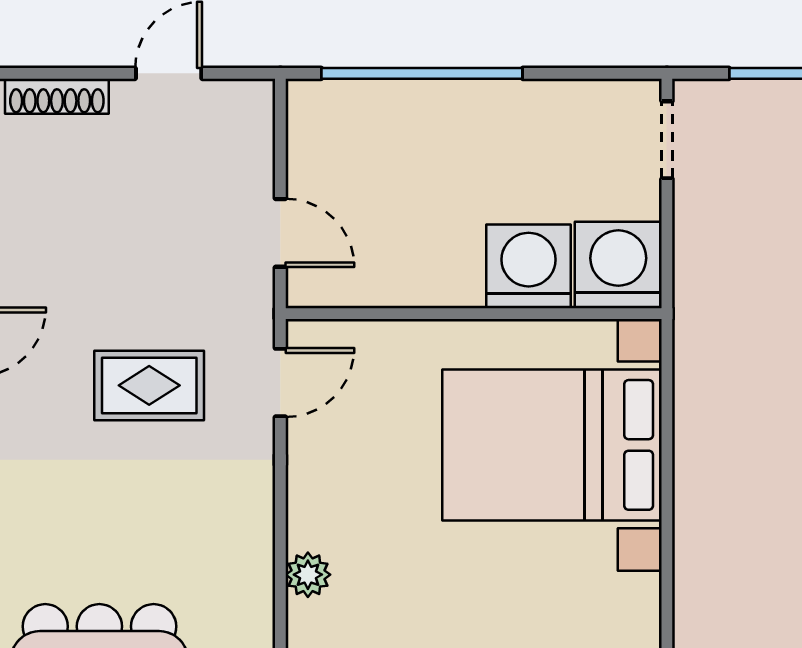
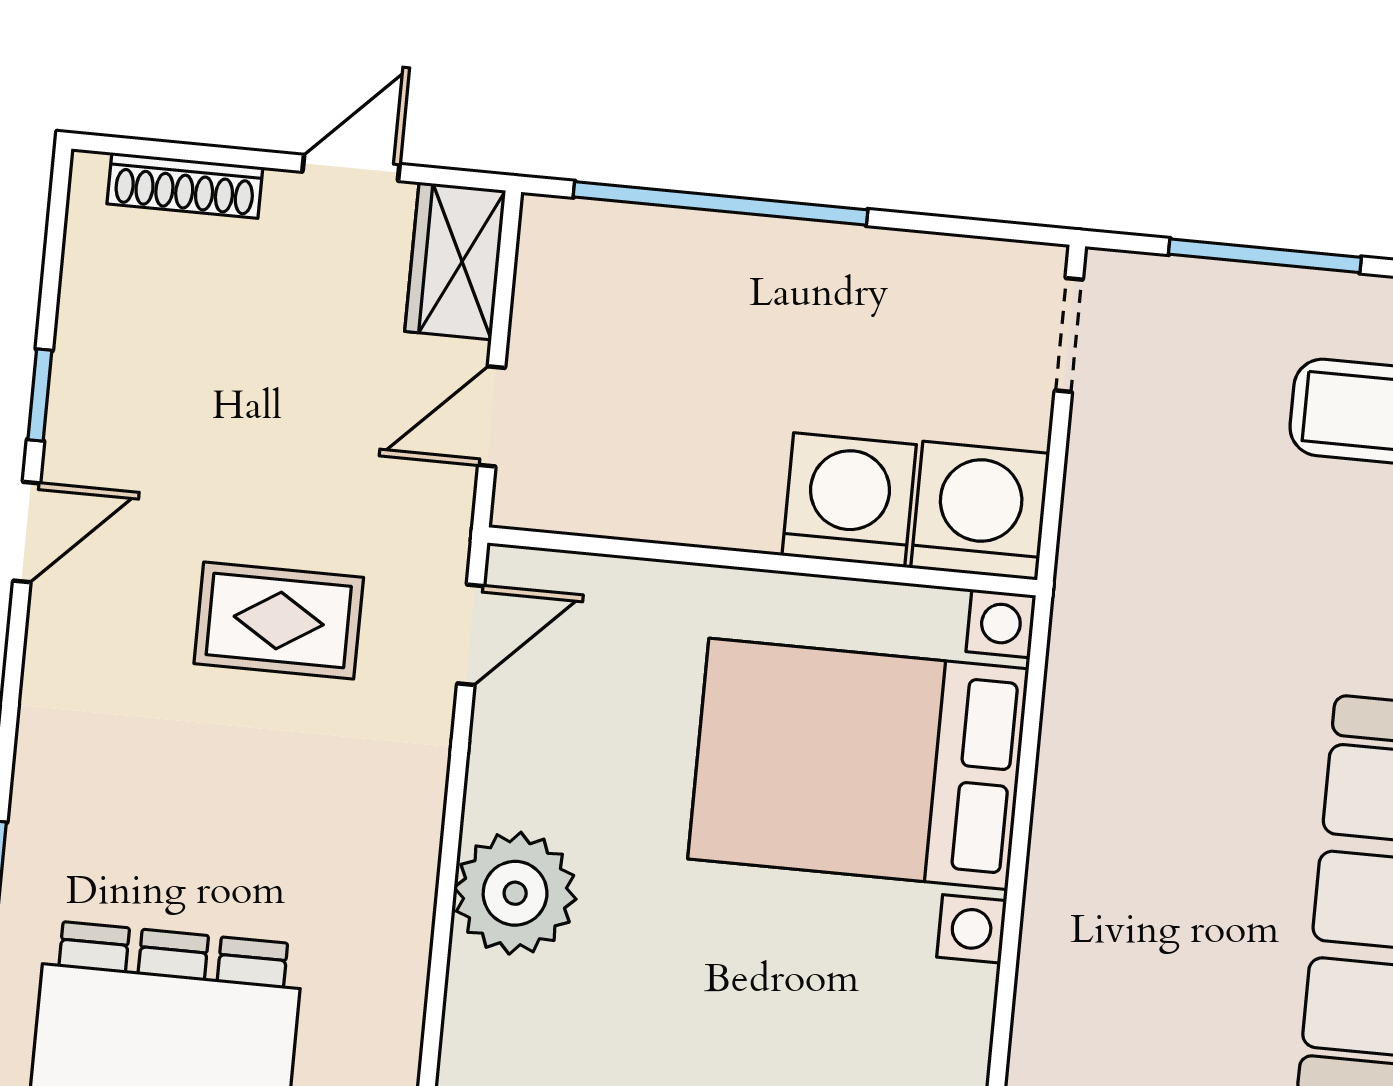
wardrobe: (245, 130) -> (455, 261), added
door: (280, 233) -> (492, 416), swing flipped
plant: (308, 575) -> (515, 893), width x1.87, depth x1.87

